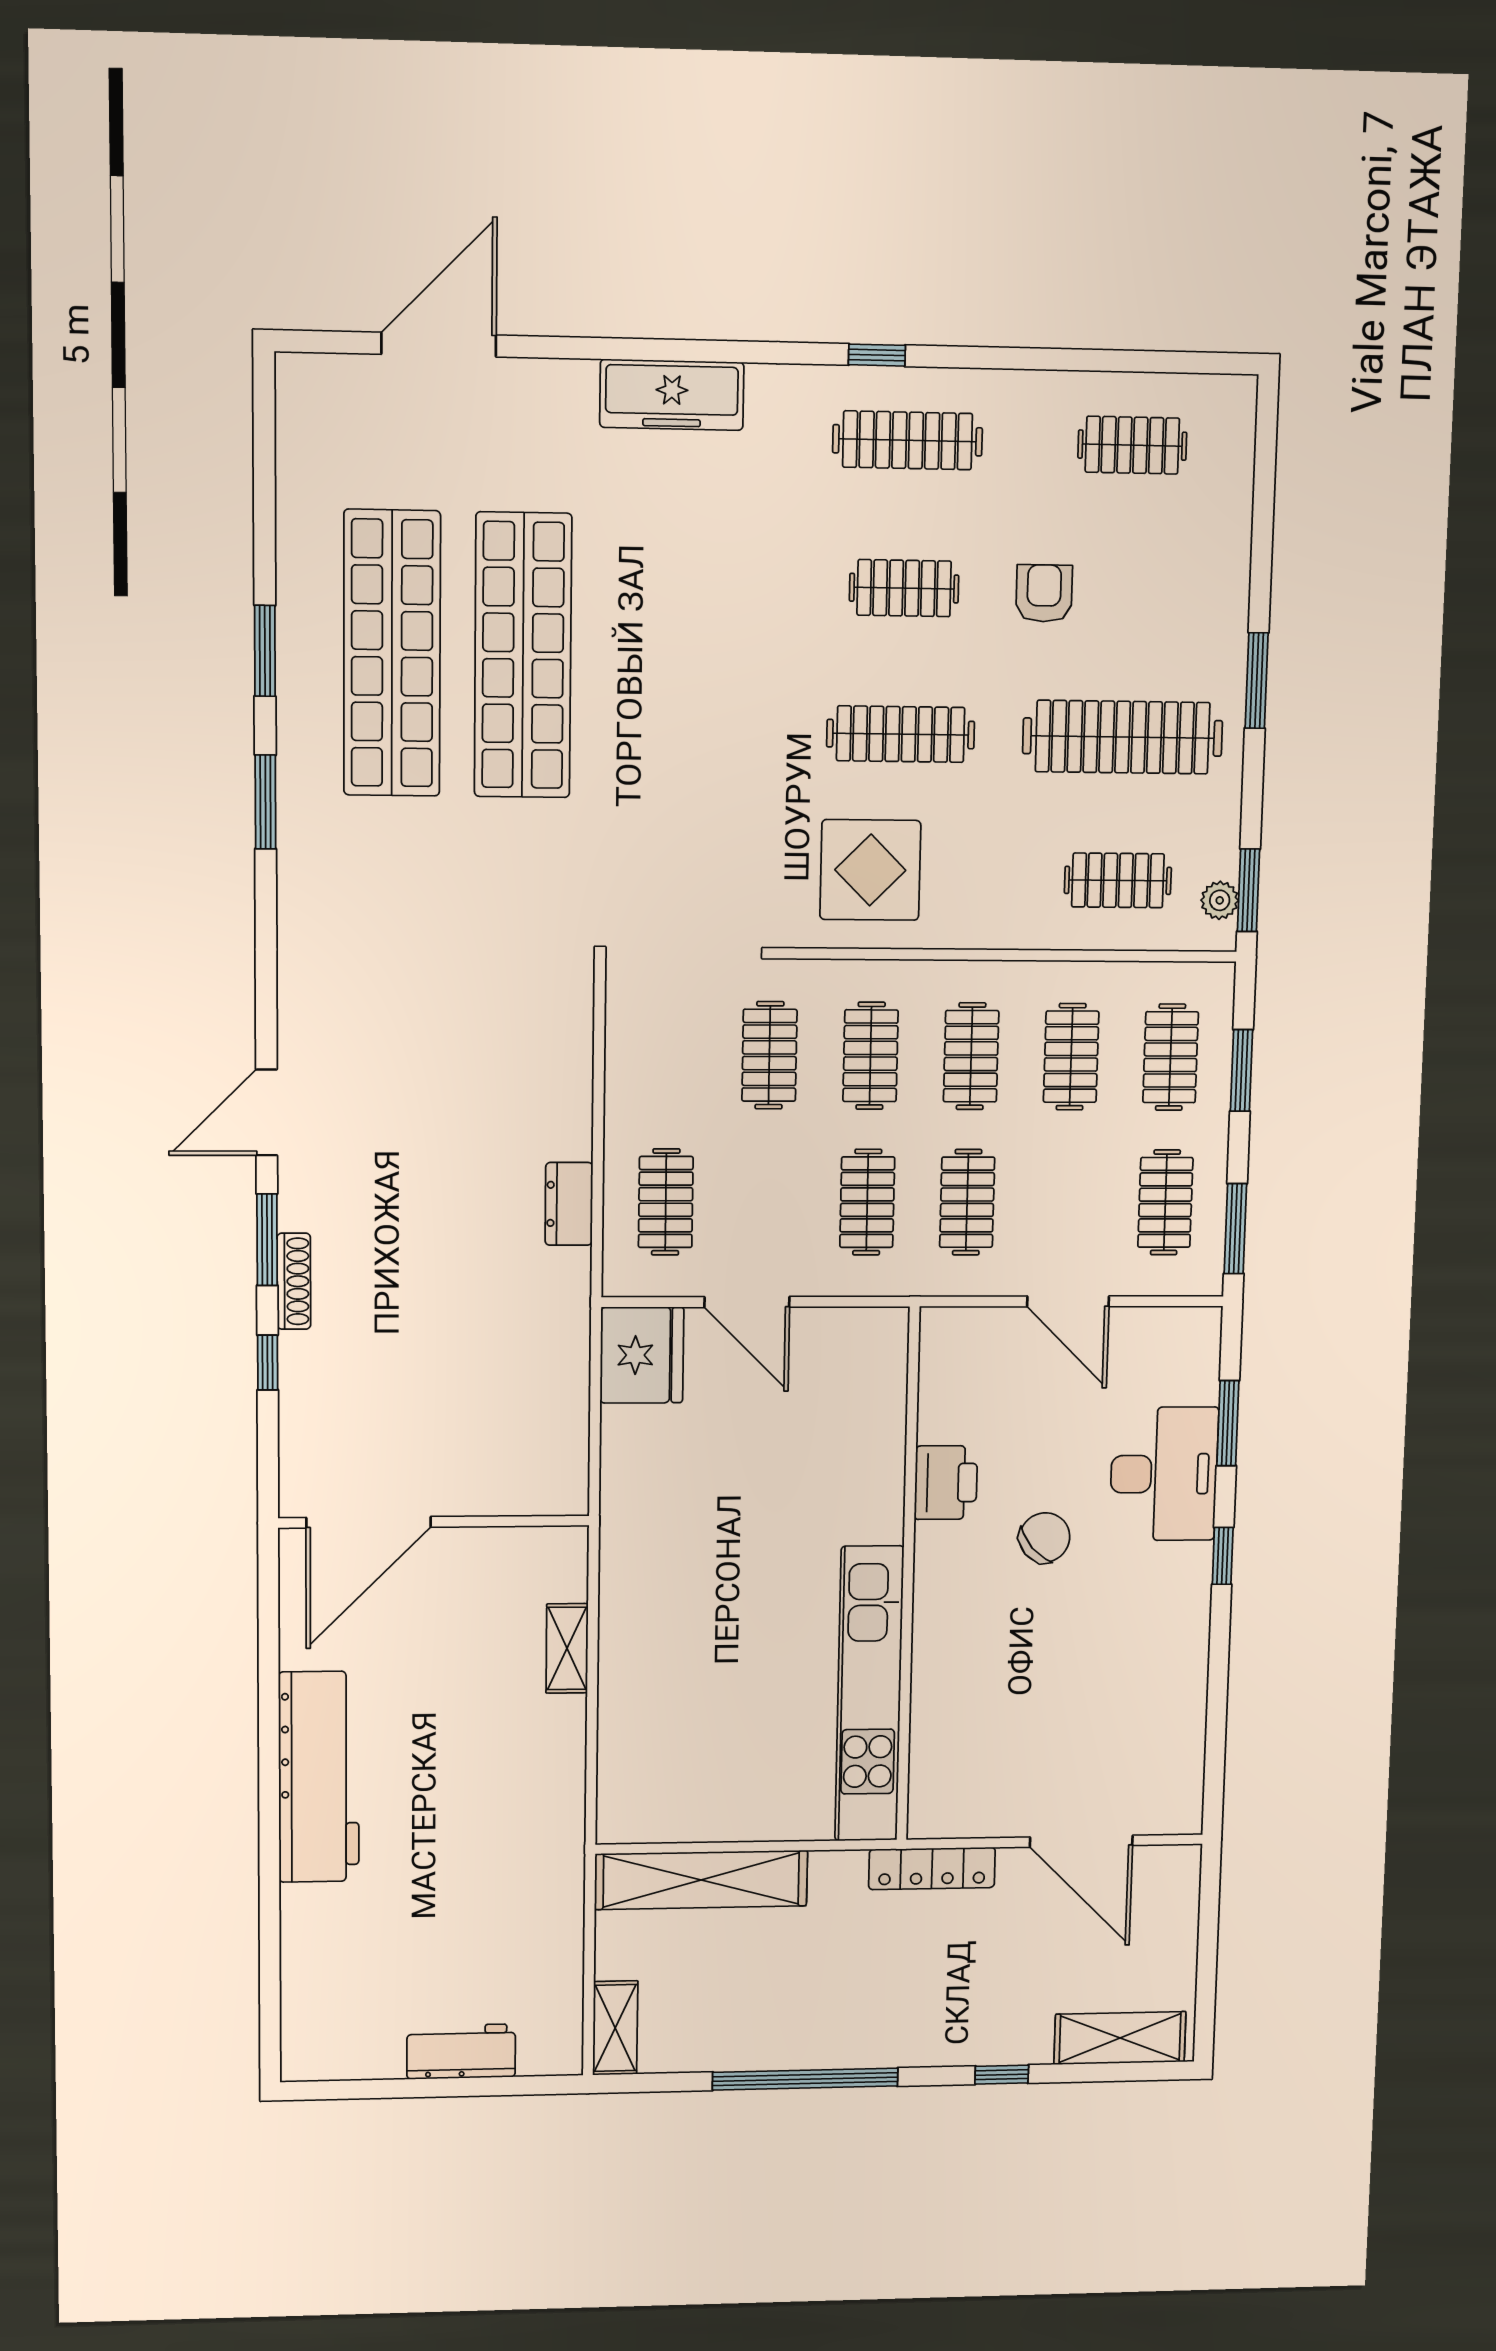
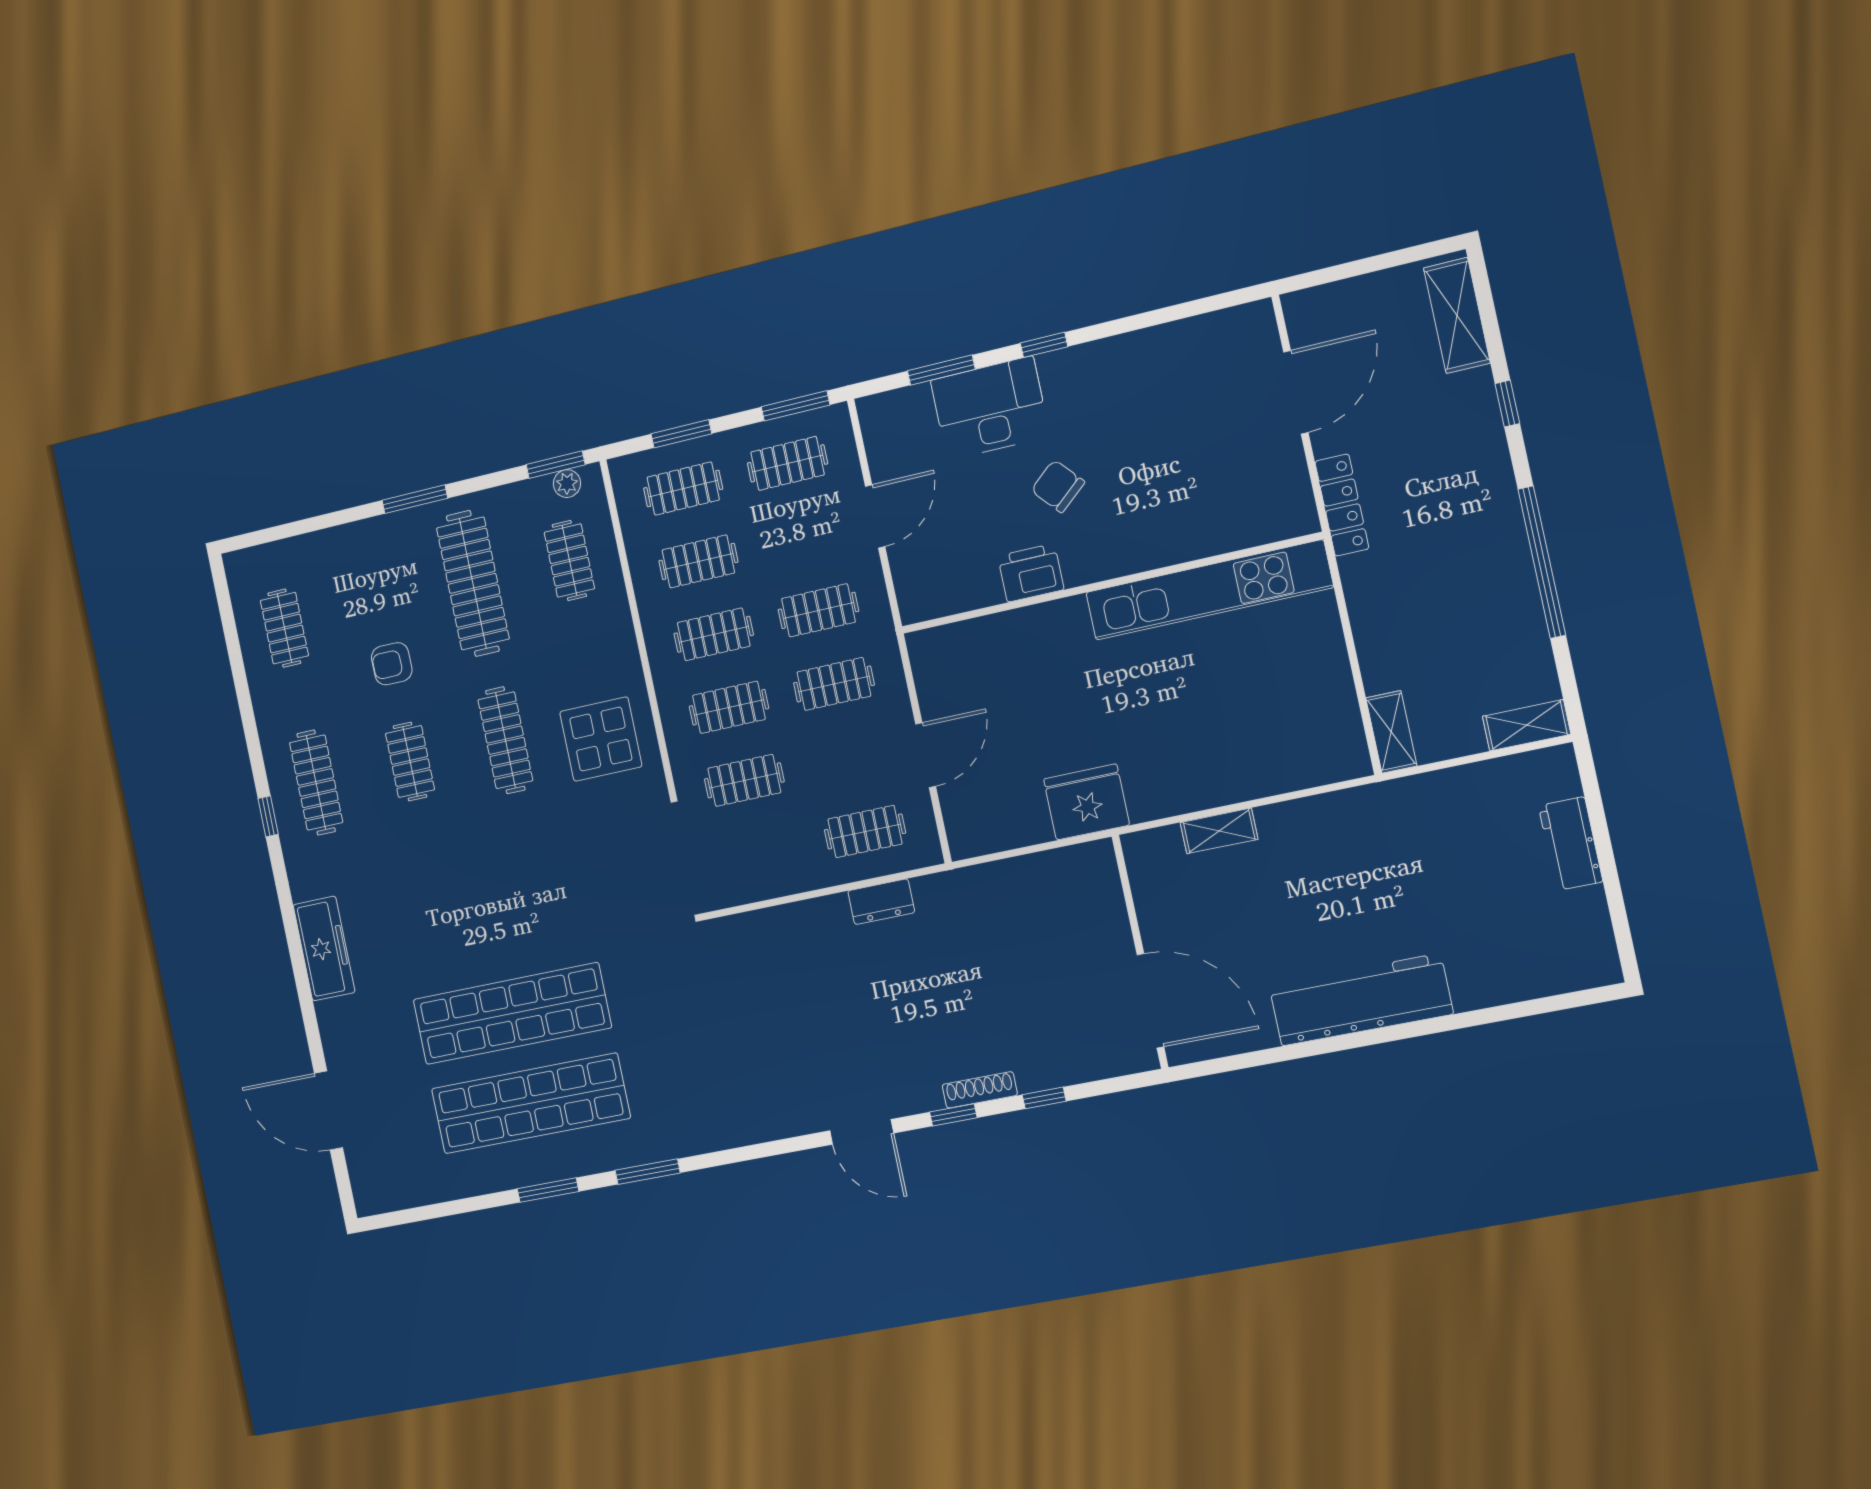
window: (267, 1240) -> (953, 1115), width x0.67
fridge: (642, 1355) -> (1086, 802), moved
shelving: (701, 1880) -> (1391, 732), width x0.45, depth x0.75

